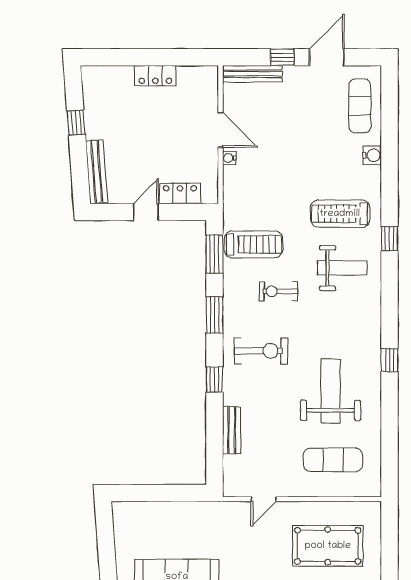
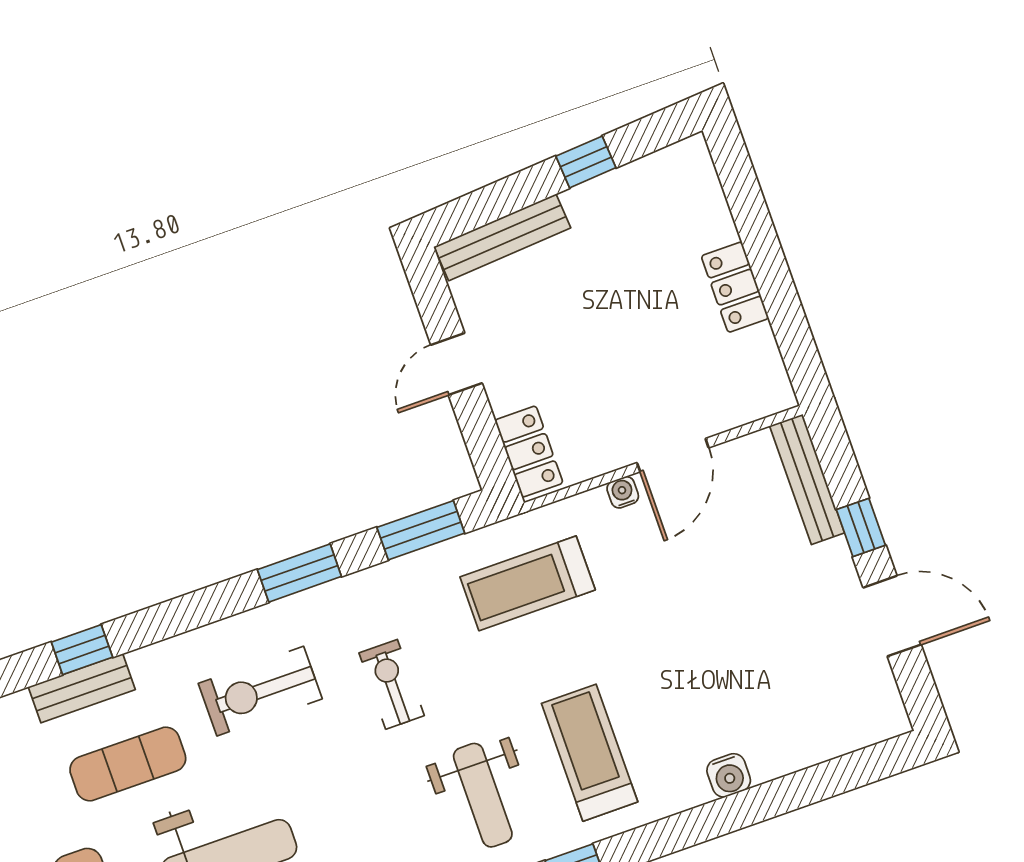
exercise mat: (360, 106) -> (128, 764), moved
locker: (180, 193) -> (529, 452), moved
door: (146, 212) -> (457, 364), swing flipped
treadmill: (253, 244) -> (528, 583), moved, turned 90
exercise bike: (261, 351) -> (260, 691), turned 90
window: (214, 379) -> (82, 650), moved

